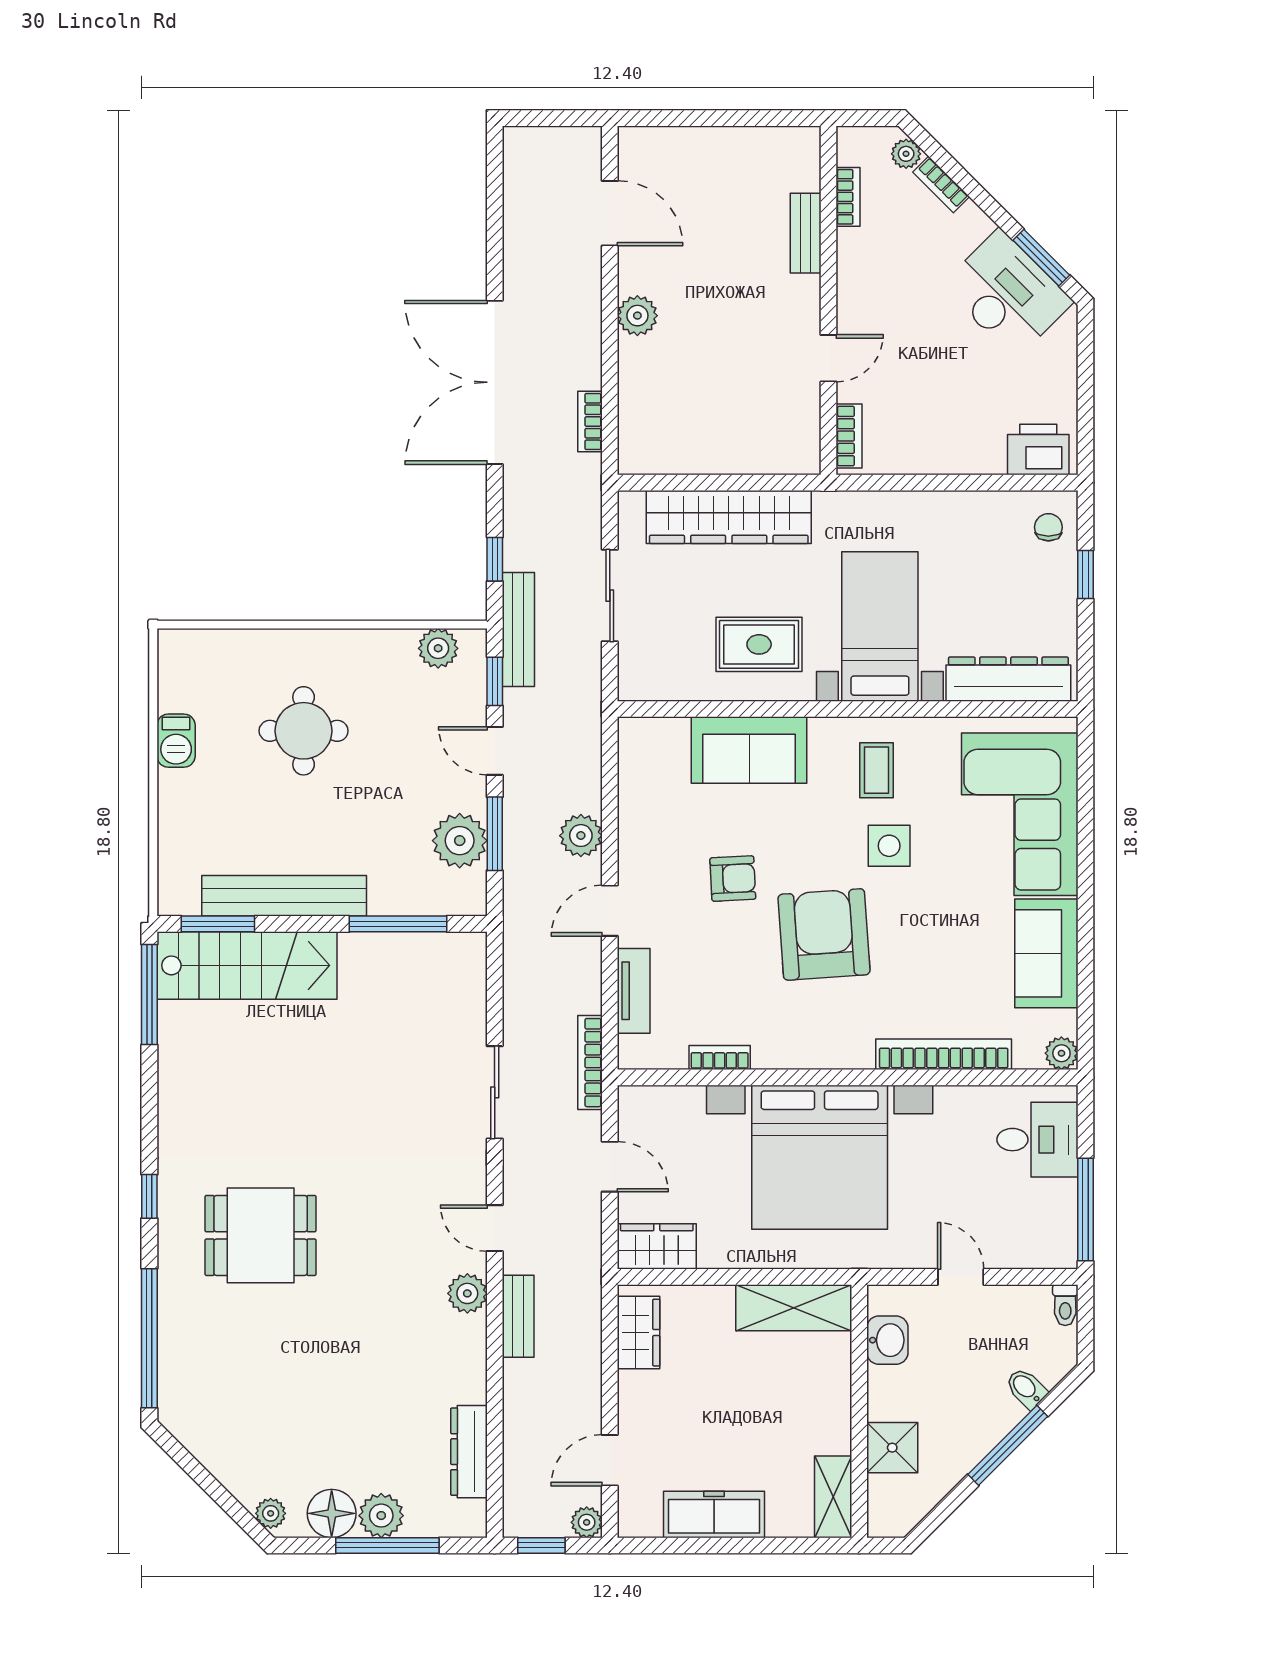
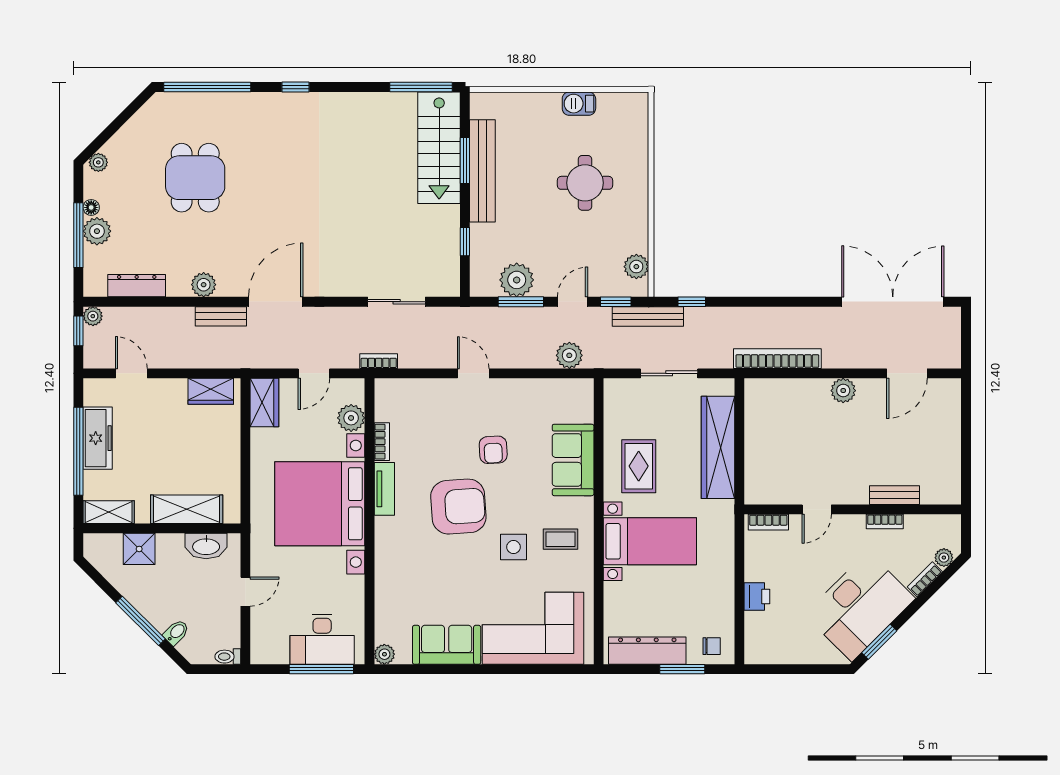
bookcase: (848, 197) -> (885, 521), moved
desk: (1007, 294) -> (860, 606), width x1.36, depth x1.30
door: (828, 358) -> (817, 509), hinge flipped
double door: (495, 382) -> (893, 302), moved
bookcase: (590, 421) -> (777, 359), width x2.31, depth x1.31
printer: (1038, 450) -> (757, 596), moved, width x0.73, depth x0.81
window: (1086, 574) -> (682, 669), width x1.50
dresser: (1008, 679) -> (647, 651), moved, turned -90
plant: (581, 836) -> (569, 355), moved
window: (218, 924) -> (465, 160), moved
window: (398, 924) -> (465, 242), width x0.46
tv unit: (634, 991) -> (384, 489), moved, turned -90
bookcase: (944, 1054) -> (384, 581), removed
bookcase: (590, 1063) -> (379, 361), width x0.64
sliding door: (495, 1092) -> (397, 302), moved
plant: (682, 1107) -> (351, 418), added
desk: (1037, 1140) -> (322, 639), width x1.37
window: (1086, 1209) -> (321, 669), moved
door: (495, 1228) -> (276, 302), width x1.87
dining table: (261, 1235) -> (195, 178), moved
plant: (467, 1293) -> (204, 285), moved
shelving: (794, 1308) -> (187, 509), moved, turned 90
washbasin: (887, 1340) -> (206, 546), width x1.38
floor lamp: (332, 1513) -> (91, 207), width x0.53, depth x0.53
plant: (587, 1522) -> (93, 316), moved
window: (735, 1545) -> (78, 451), added

